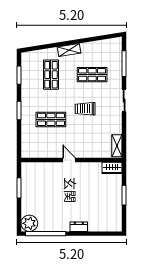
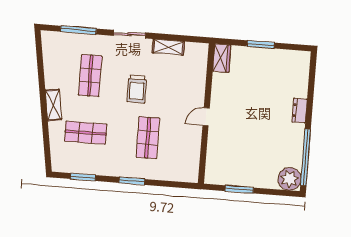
shelving: (117, 146) -> (168, 47), moved

